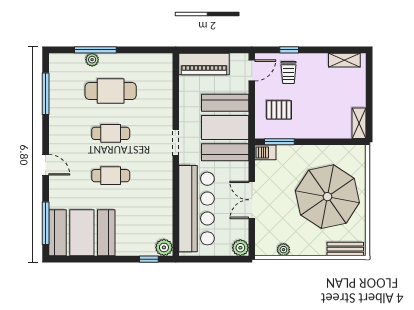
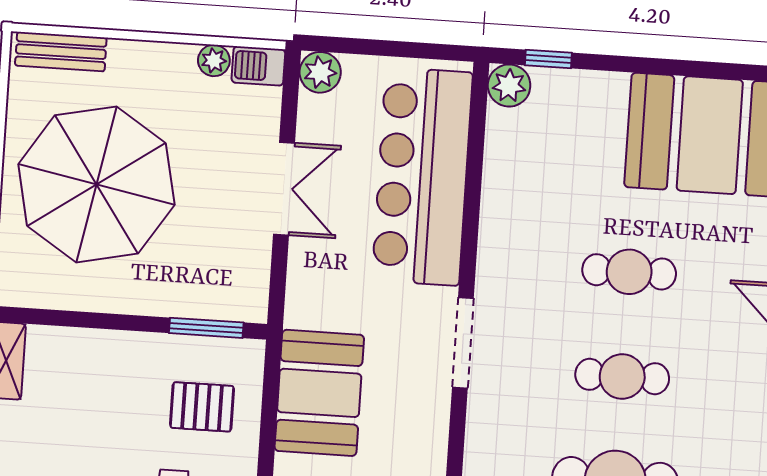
booth: (225, 128) -> (319, 393), width x0.73, depth x0.70
doorway: (176, 143) -> (463, 343), width x1.38
barbecue: (265, 152) -> (258, 66), moved, turned 180

